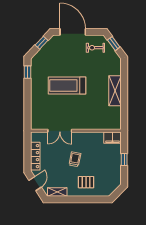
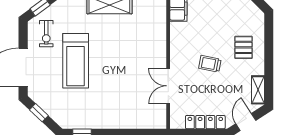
treadmill: (67, 85) -> (76, 61), moved
double door: (60, 131) -> (168, 86), swing flipped
door: (35, 184) -> (246, 122), hinge flipped

